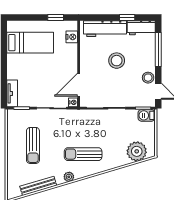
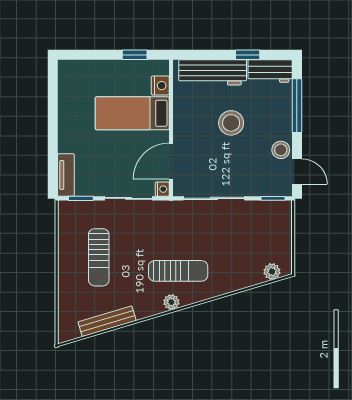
bed: (30, 43) -> (132, 113), moved, turned 180
barbecue: (146, 115) -> (278, 210), removed
plant: (137, 151) -> (272, 271), width x0.53, depth x0.53
sun lounger: (83, 154) -> (178, 271), turned 180
plant: (69, 177) -> (171, 302), moved

